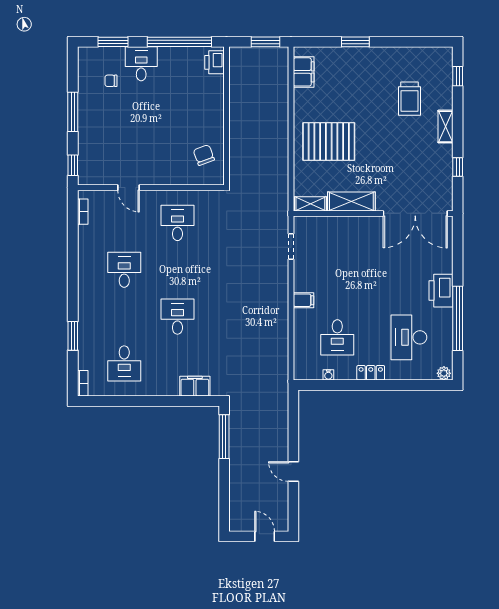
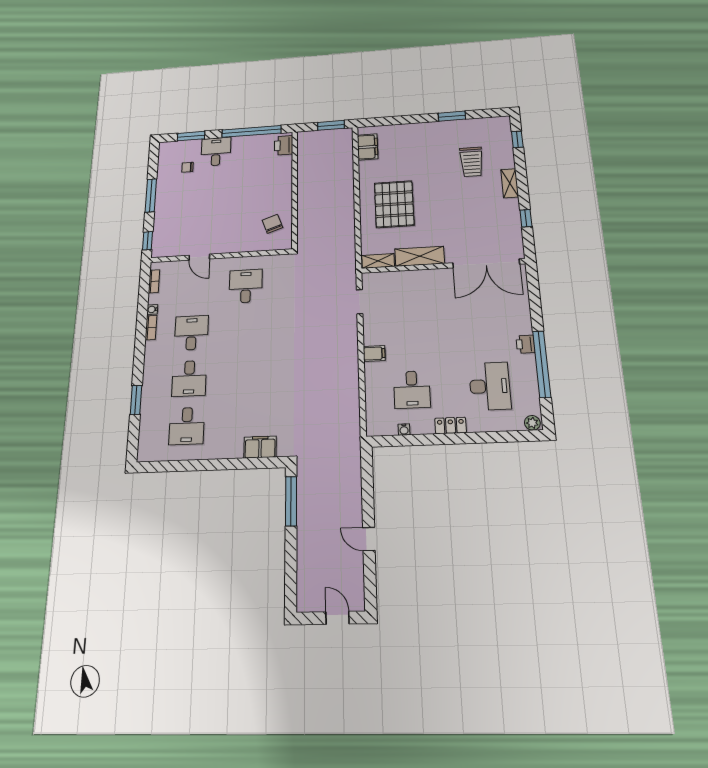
window: (355, 42) -> (452, 116), moved
pallet: (329, 142) -> (394, 204), turned 90
water cooler: (83, 242) -> (152, 309), added
printer: (441, 291) -> (525, 344), width x0.53, depth x0.68
desk: (177, 317) -> (189, 378), moved, turned 180
desk: (409, 337) -> (490, 386), turned 180
bookcase: (83, 383) -> (151, 328), moved

